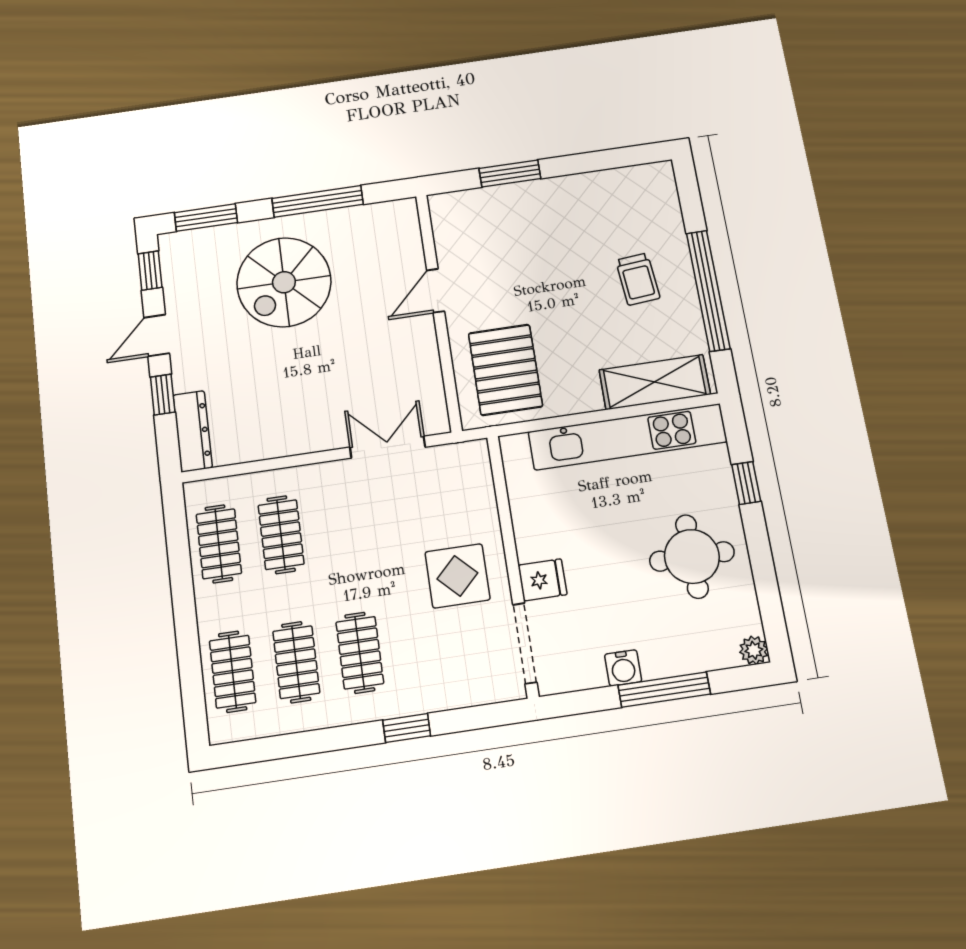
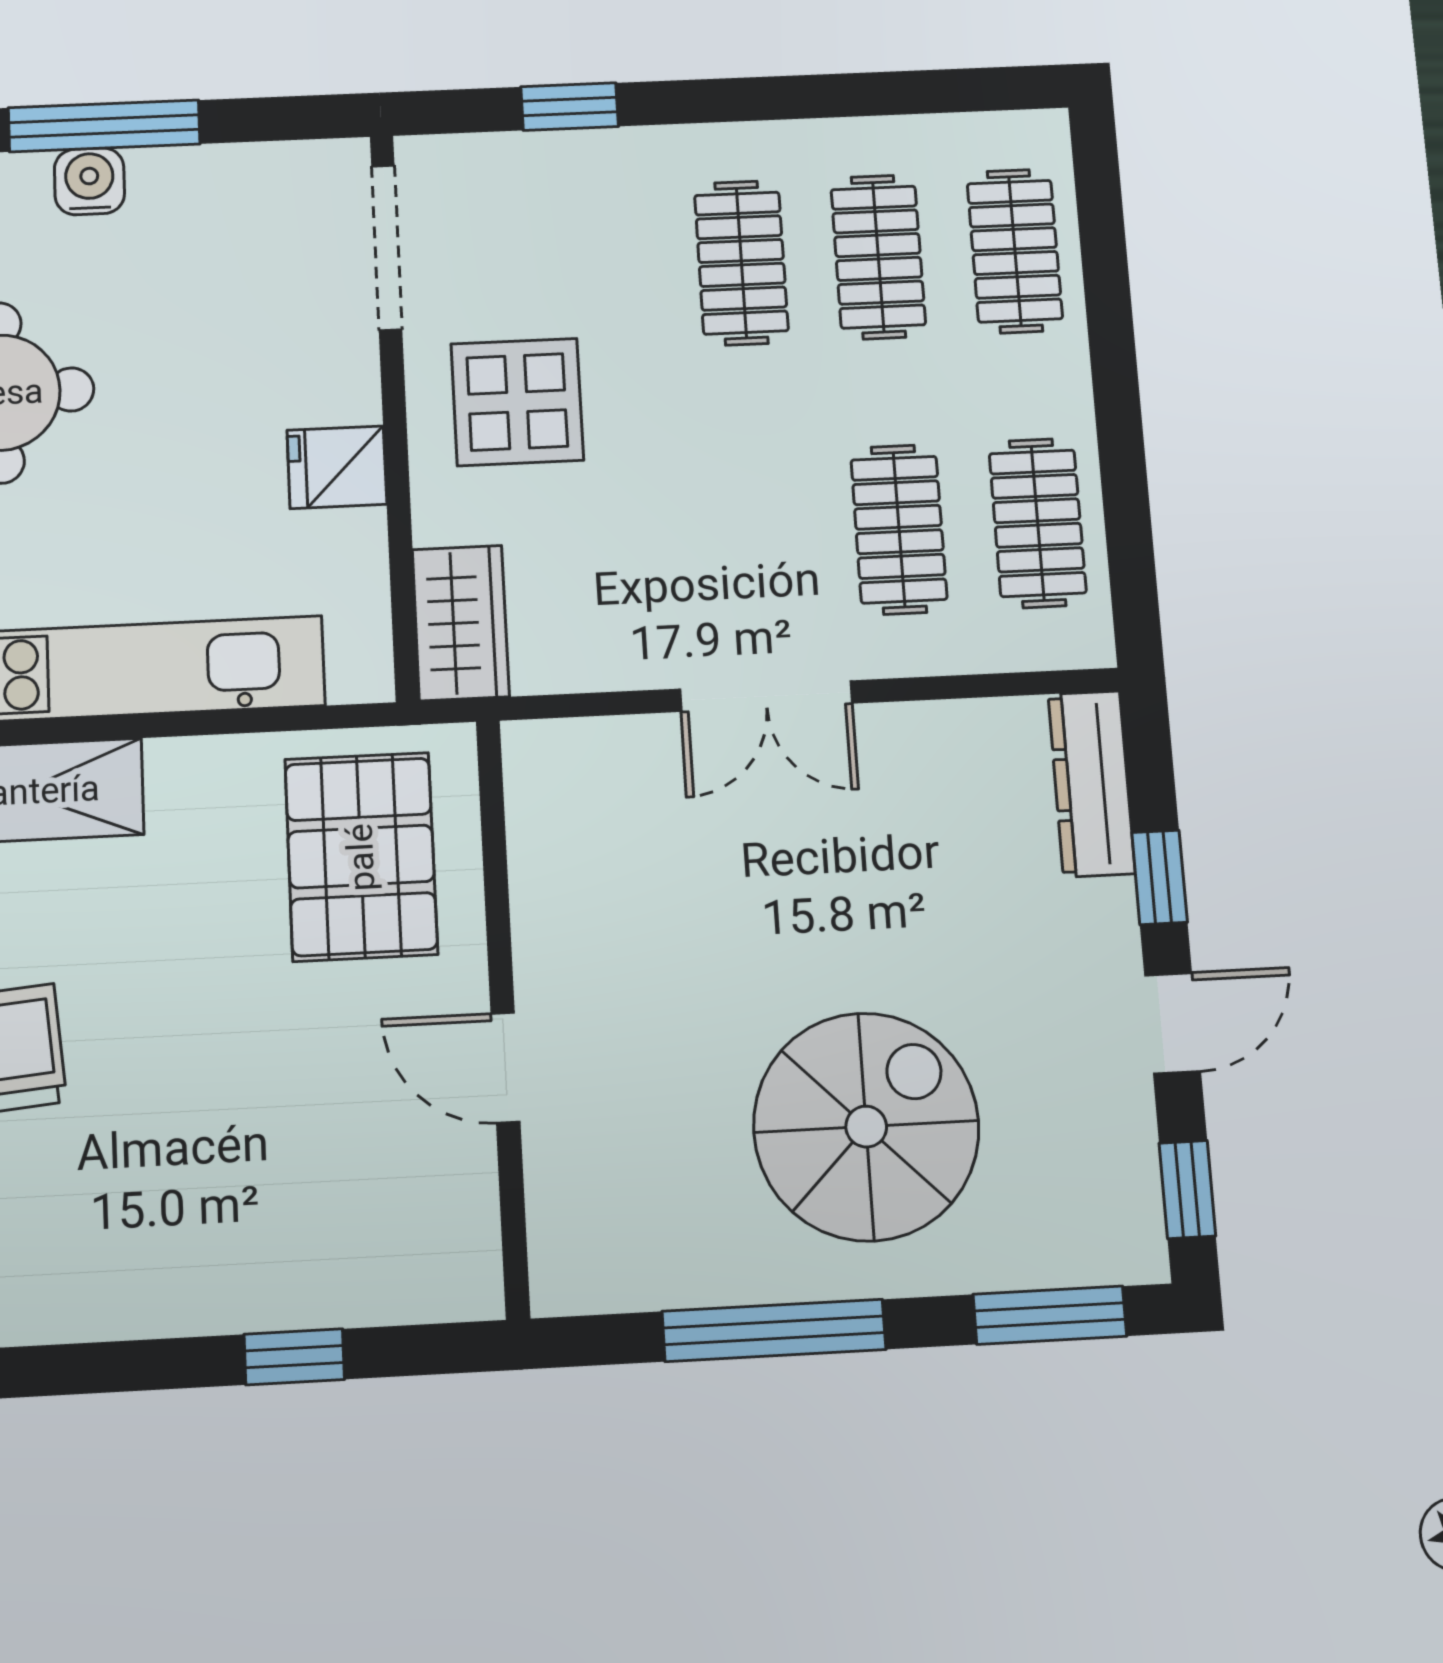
window: (510, 173) -> (294, 1357), width x0.67
door: (436, 291) -> (505, 1068), swing flipped
double door: (388, 447) -> (766, 696), moved
wardrobe: (473, 473) -> (461, 623), added
fridge: (542, 580) -> (337, 467), moved
water cooler: (623, 668) -> (89, 181), moved
window: (407, 728) -> (570, 107), moved

